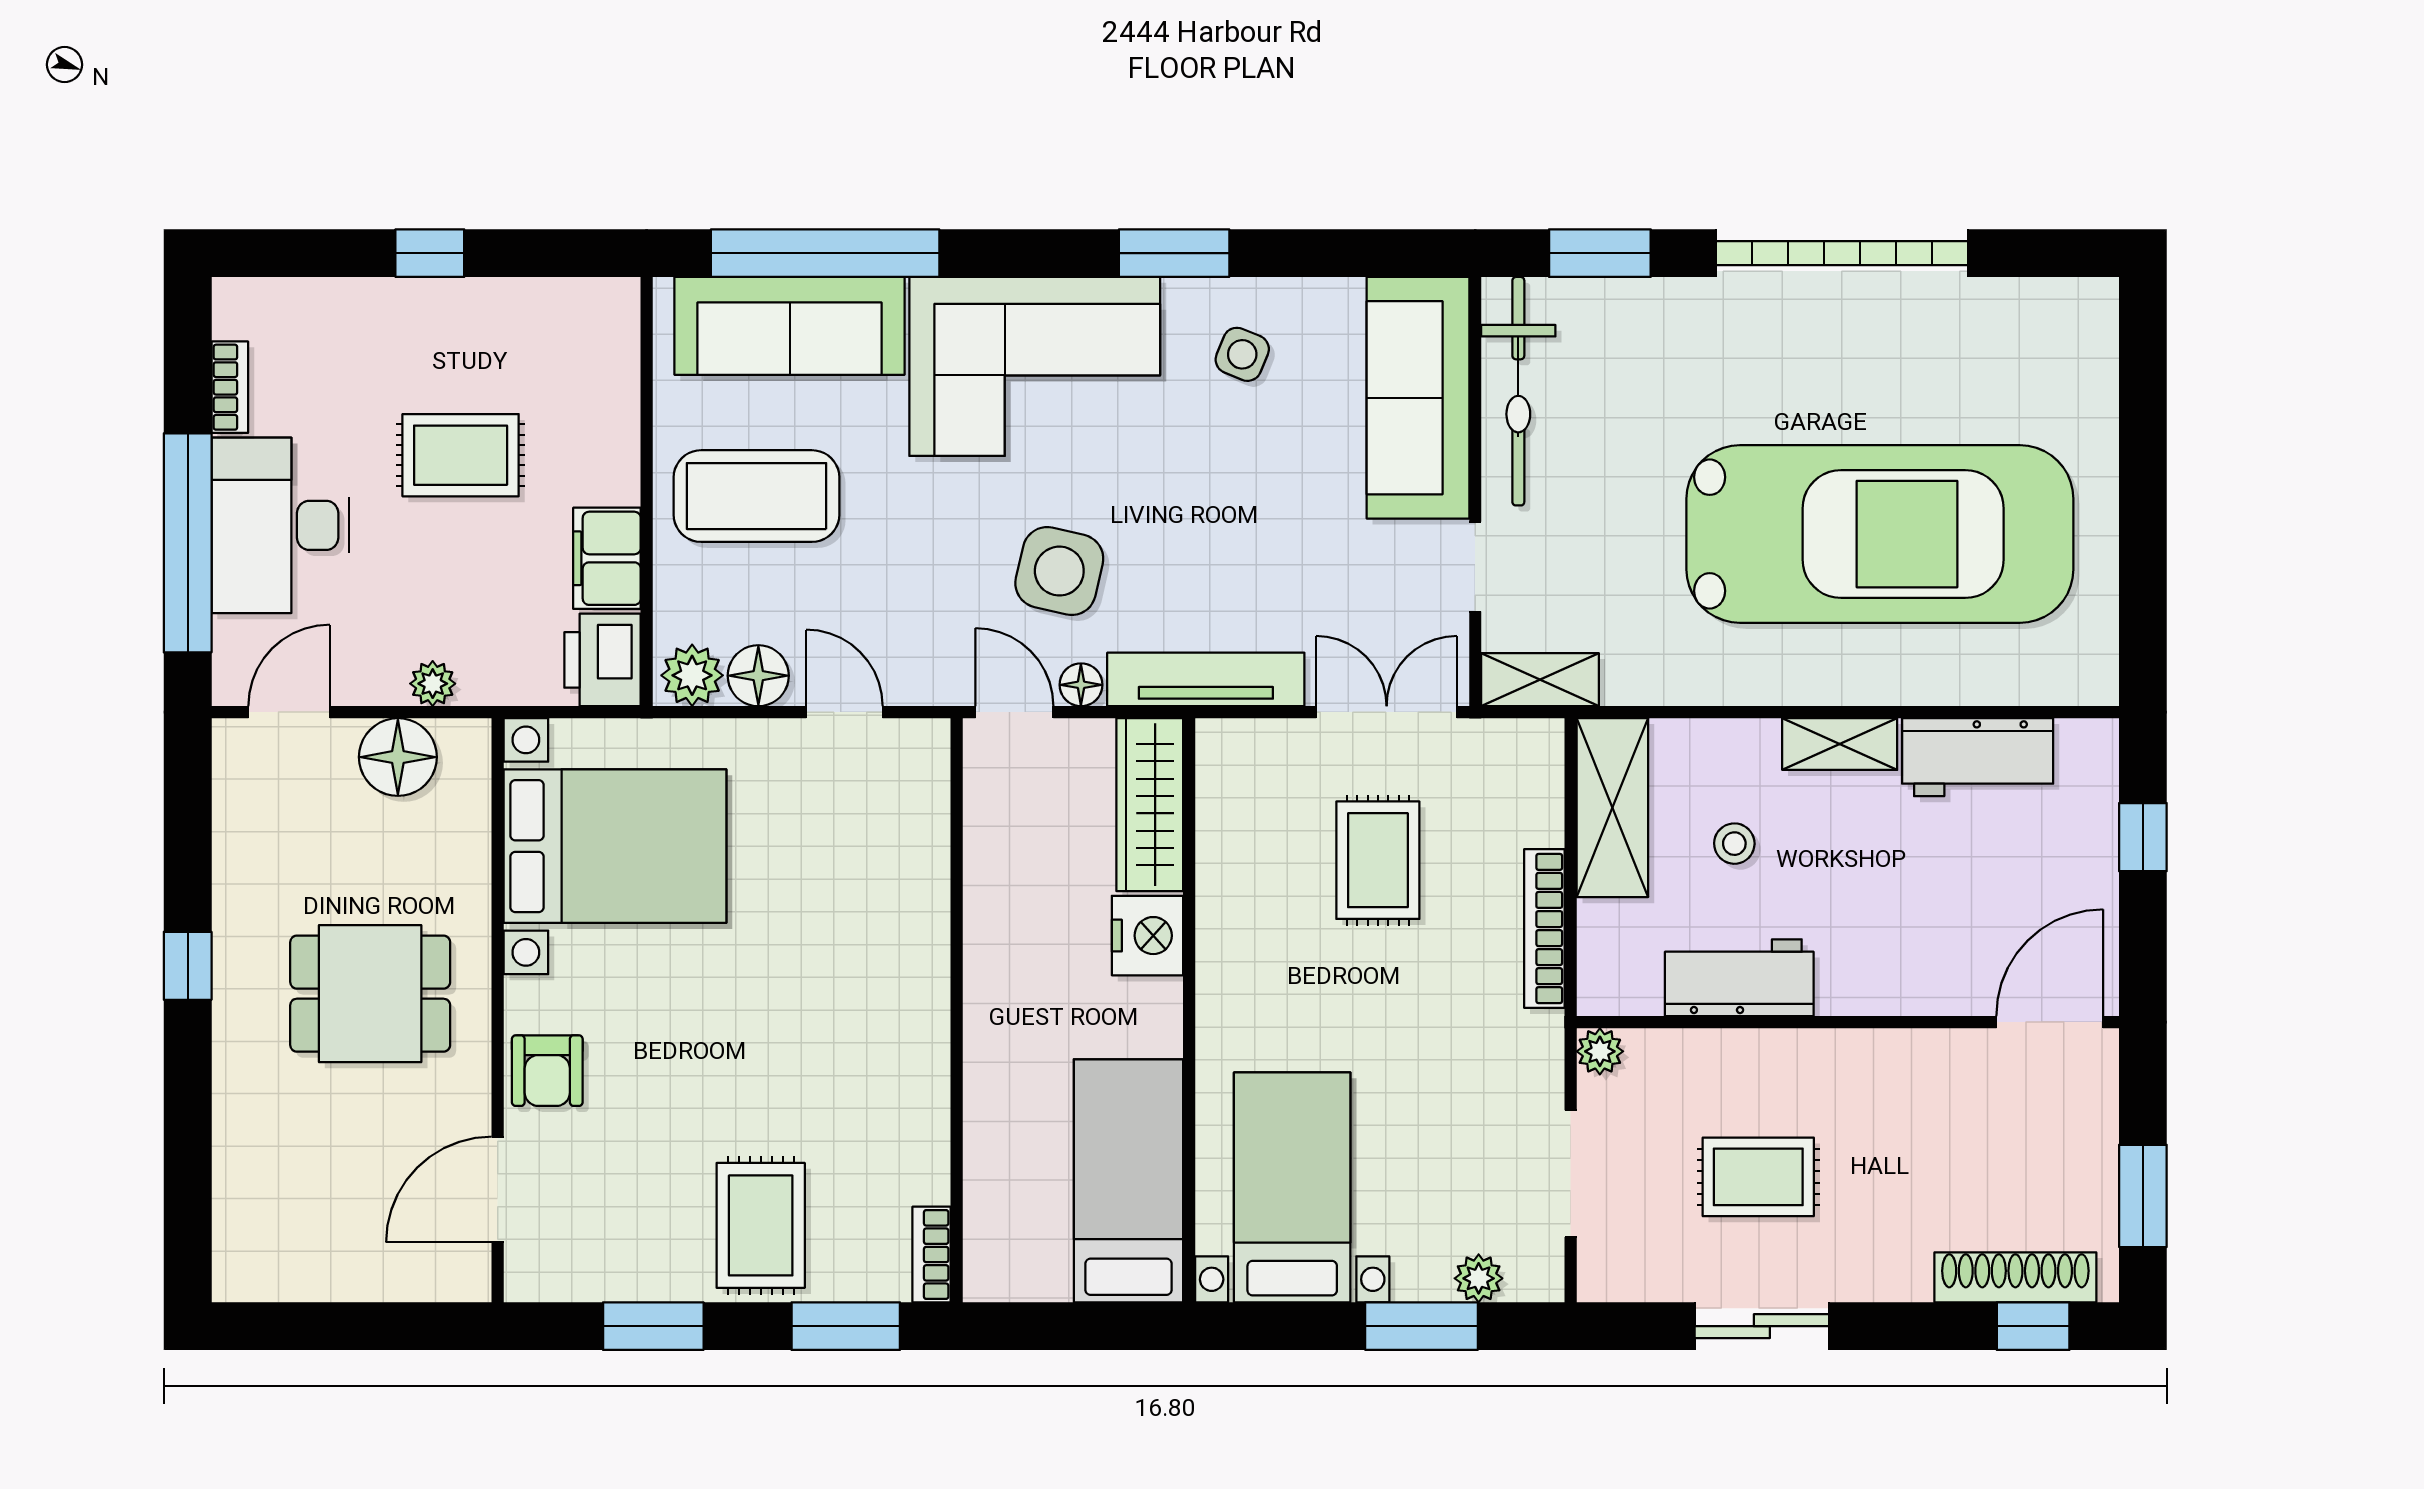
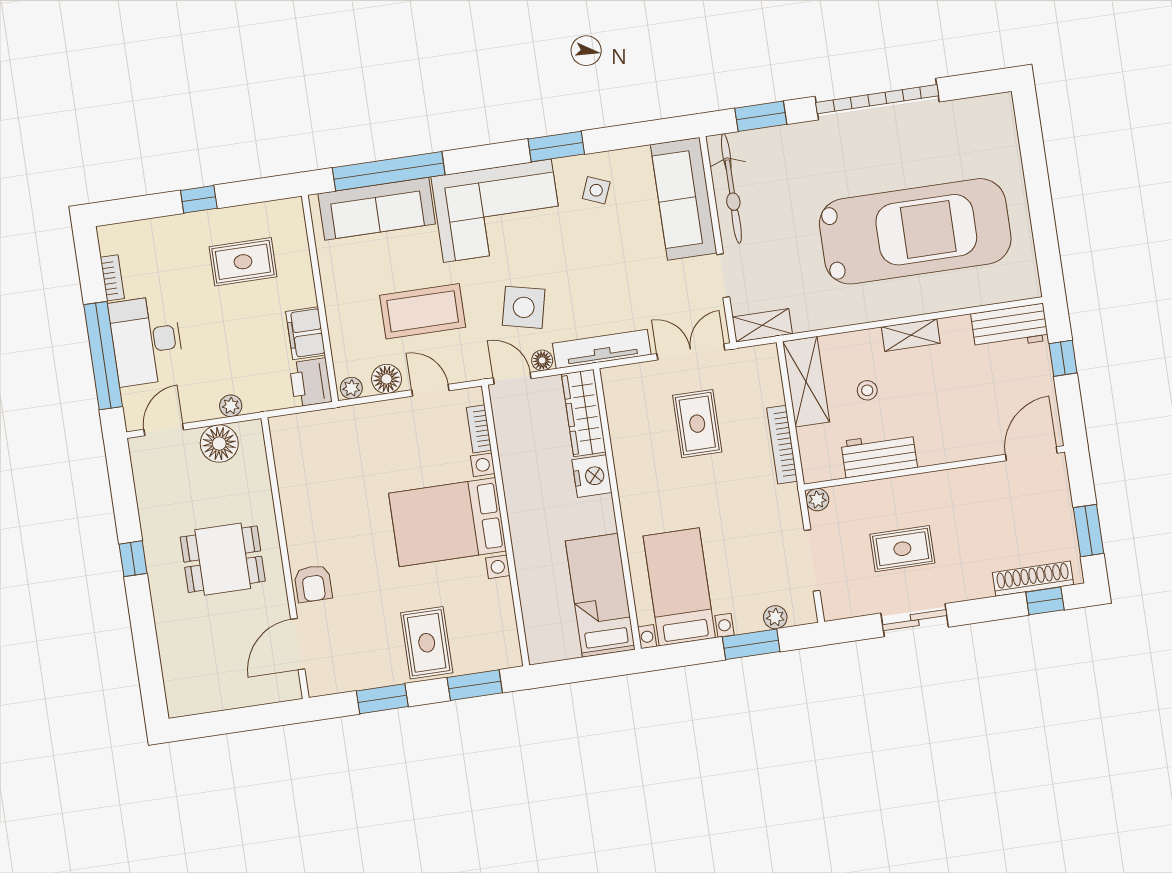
rug: (461, 455) -> (243, 262), moved
coffee table: (756, 496) -> (423, 311), moved
plant: (692, 675) -> (351, 388), width x0.73, depth x0.73
workbench: (1978, 757) -> (1010, 327), moved
bed with nightstands: (615, 846) -> (447, 522), moved, turned 180
bookcase: (932, 1255) -> (479, 429), moved

